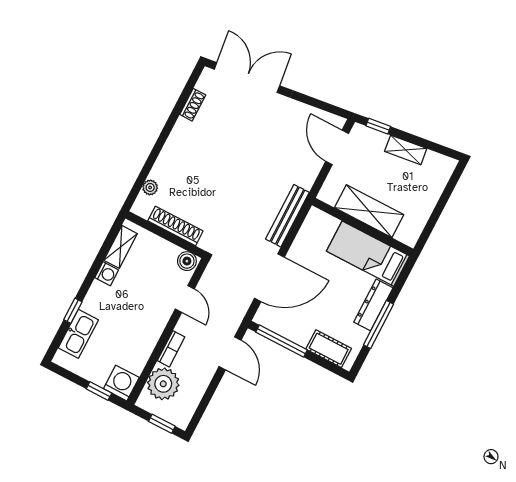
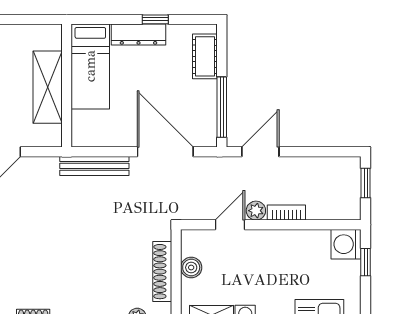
boiler: (187, 261) -> (191, 267), moved
window: (379, 324) -> (155, 19), width x0.46
plant: (163, 384) -> (256, 211), moved, width x0.53, depth x0.53

